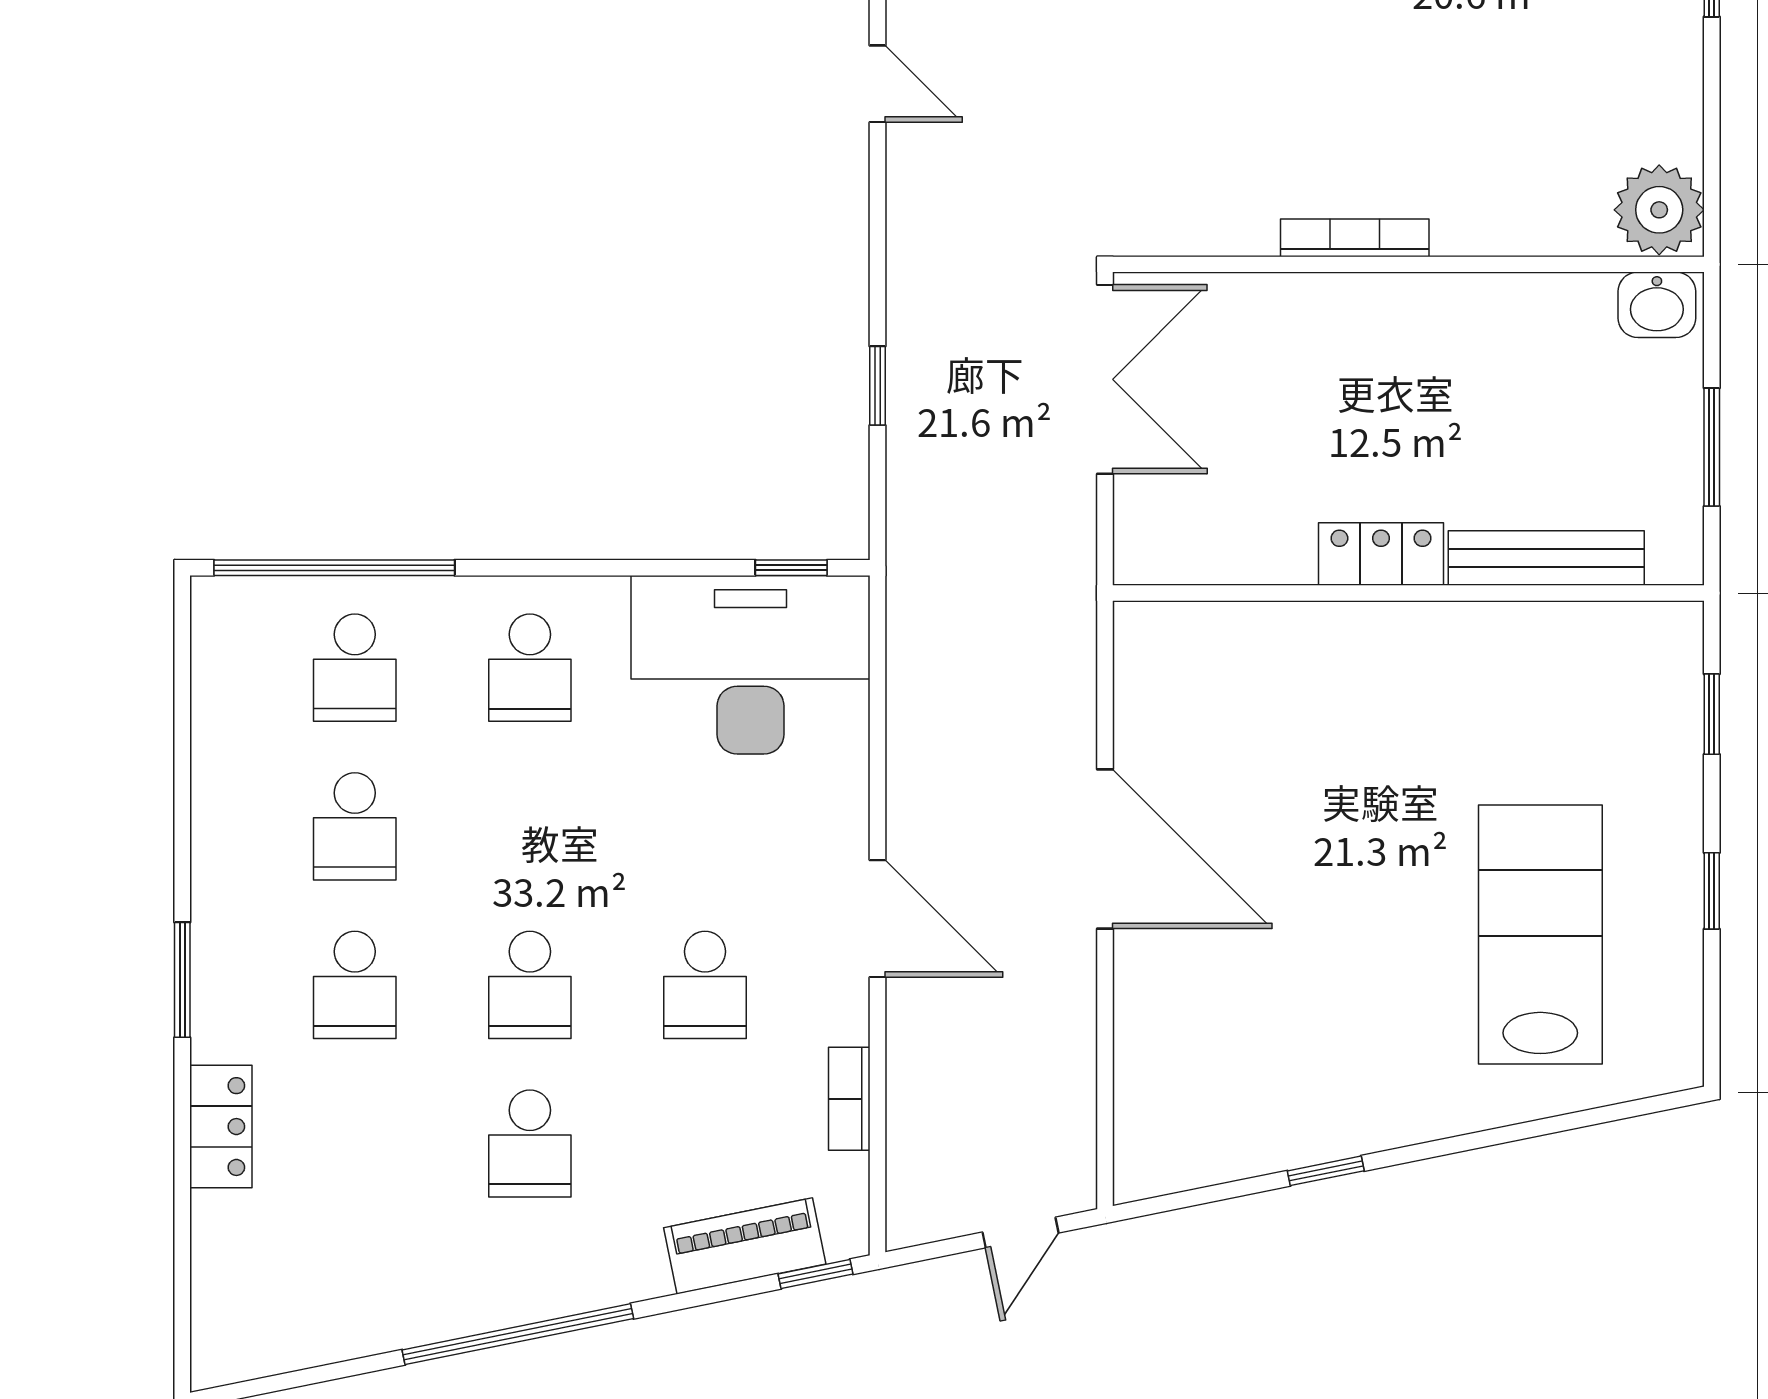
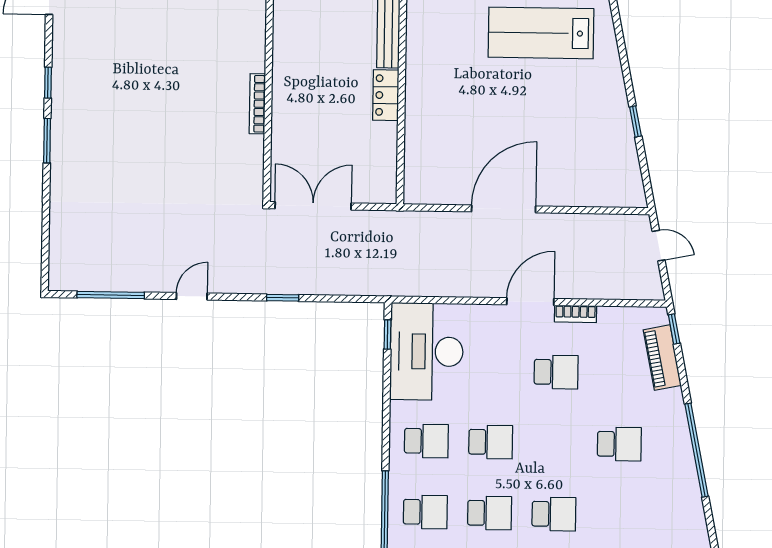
window: (878, 386) -> (283, 298), moved
school desk: (530, 985) -> (491, 442), moved
bookcase: (849, 1099) -> (576, 314), moved

